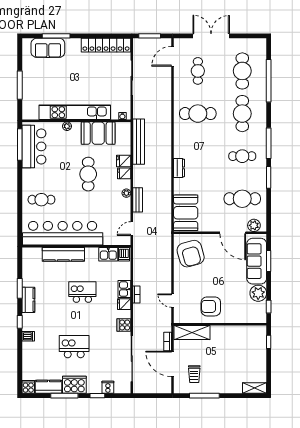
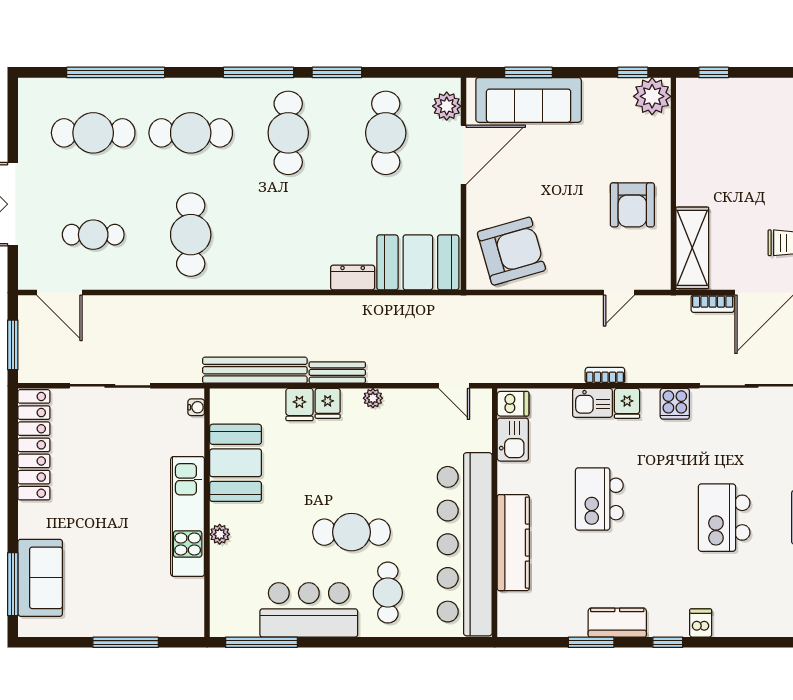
window: (56, 36) -> (13, 584), moved
kitchen unit: (75, 112) -> (188, 516), width x0.73
bar counter: (34, 146) -> (309, 610), moved
cafe table: (242, 156) -> (288, 133), width x1.37, depth x1.35
dresser: (179, 168) -> (353, 278), moved
cafe table: (88, 174) -> (351, 532), moved
bench: (138, 200) -> (337, 372), moved
plant: (258, 293) -> (652, 96), moved

